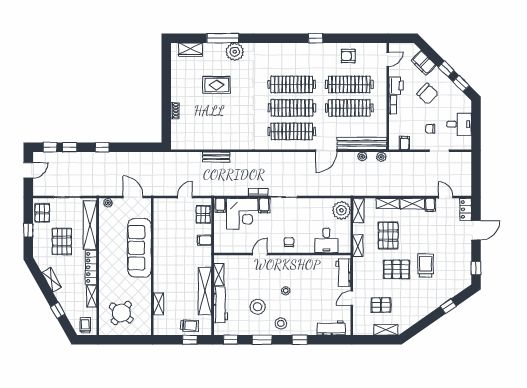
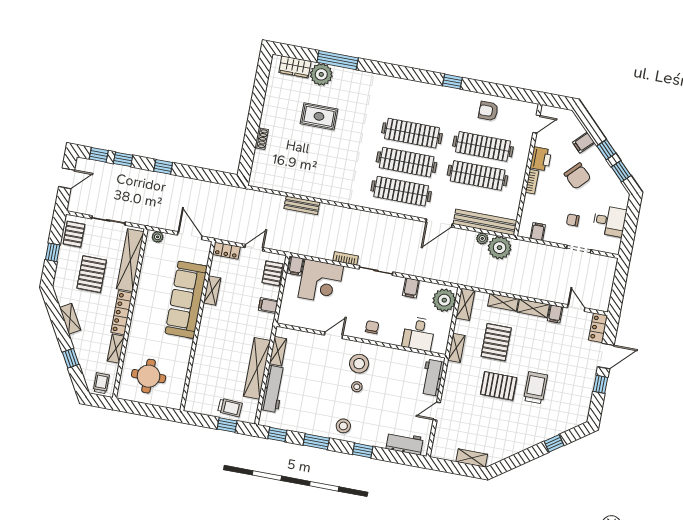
plant: (235, 52) -> (321, 74), moved
filing cabinet: (424, 63) -> (584, 143), width x0.50
plant: (381, 157) -> (500, 248), width x1.88, depth x1.88
locker: (164, 203) -> (226, 251), added
filing cabinet: (264, 206) -> (411, 288), moved
window: (476, 268) -> (600, 384), moved
shelving: (158, 304) -> (212, 290), moved
pallet: (381, 305) -> (471, 426), removed
stool: (258, 307) -> (359, 364), moved
round table: (121, 313) -> (149, 376), turned -38

